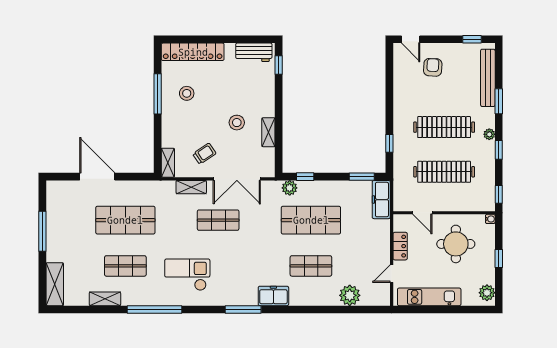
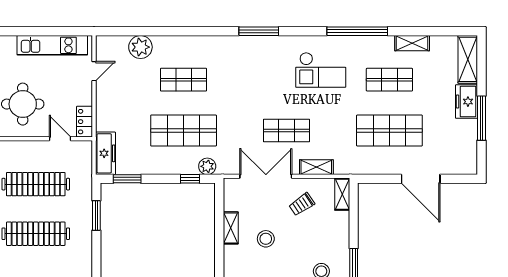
window: (389, 143) -> (96, 216), width x1.50
locker: (400, 246) -> (84, 122), moved
freezer: (273, 296) -> (466, 102), moved, turned 90

